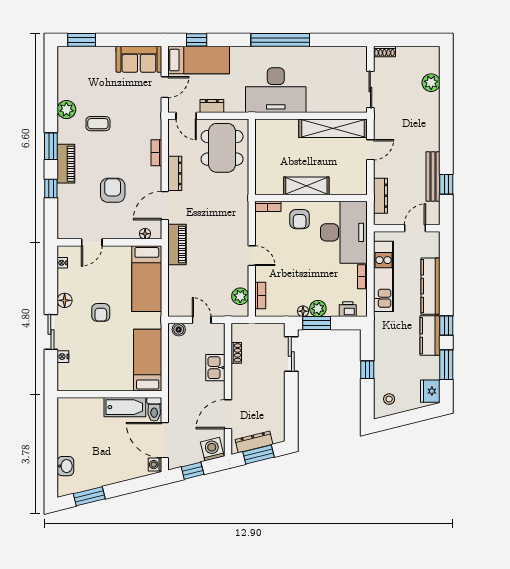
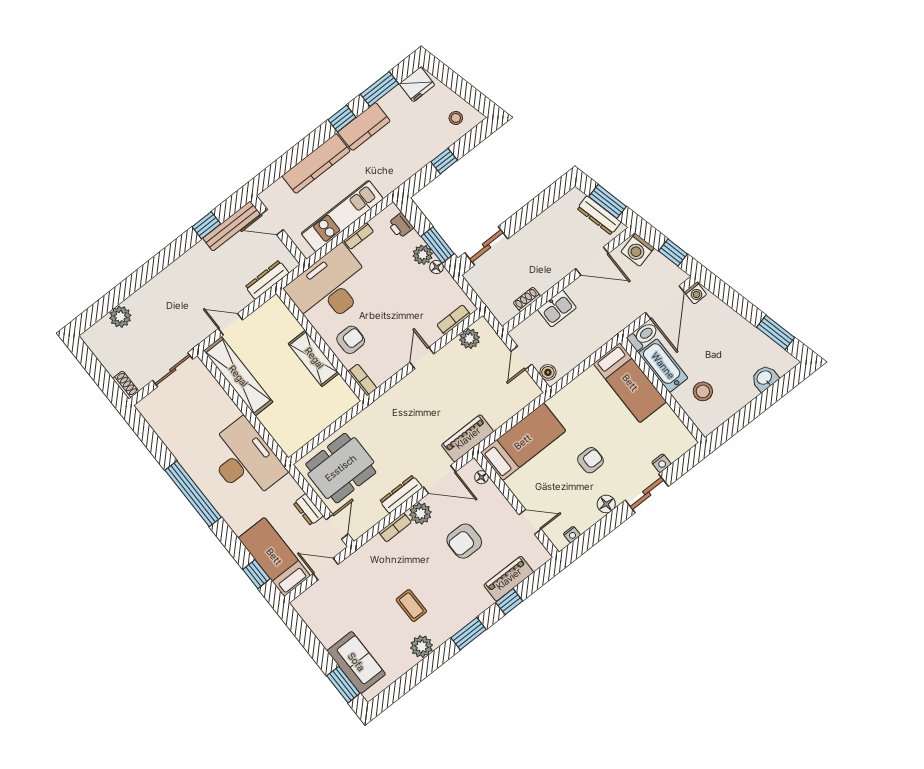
sofa: (139, 59) -> (356, 662), moved
piano: (66, 164) -> (509, 579), moved
plant: (153, 176) -> (420, 513), added
bench: (433, 176) -> (232, 226), moved
bed: (148, 360) -> (630, 383), moved, turned -90
stool: (88, 420) -> (703, 391), added

